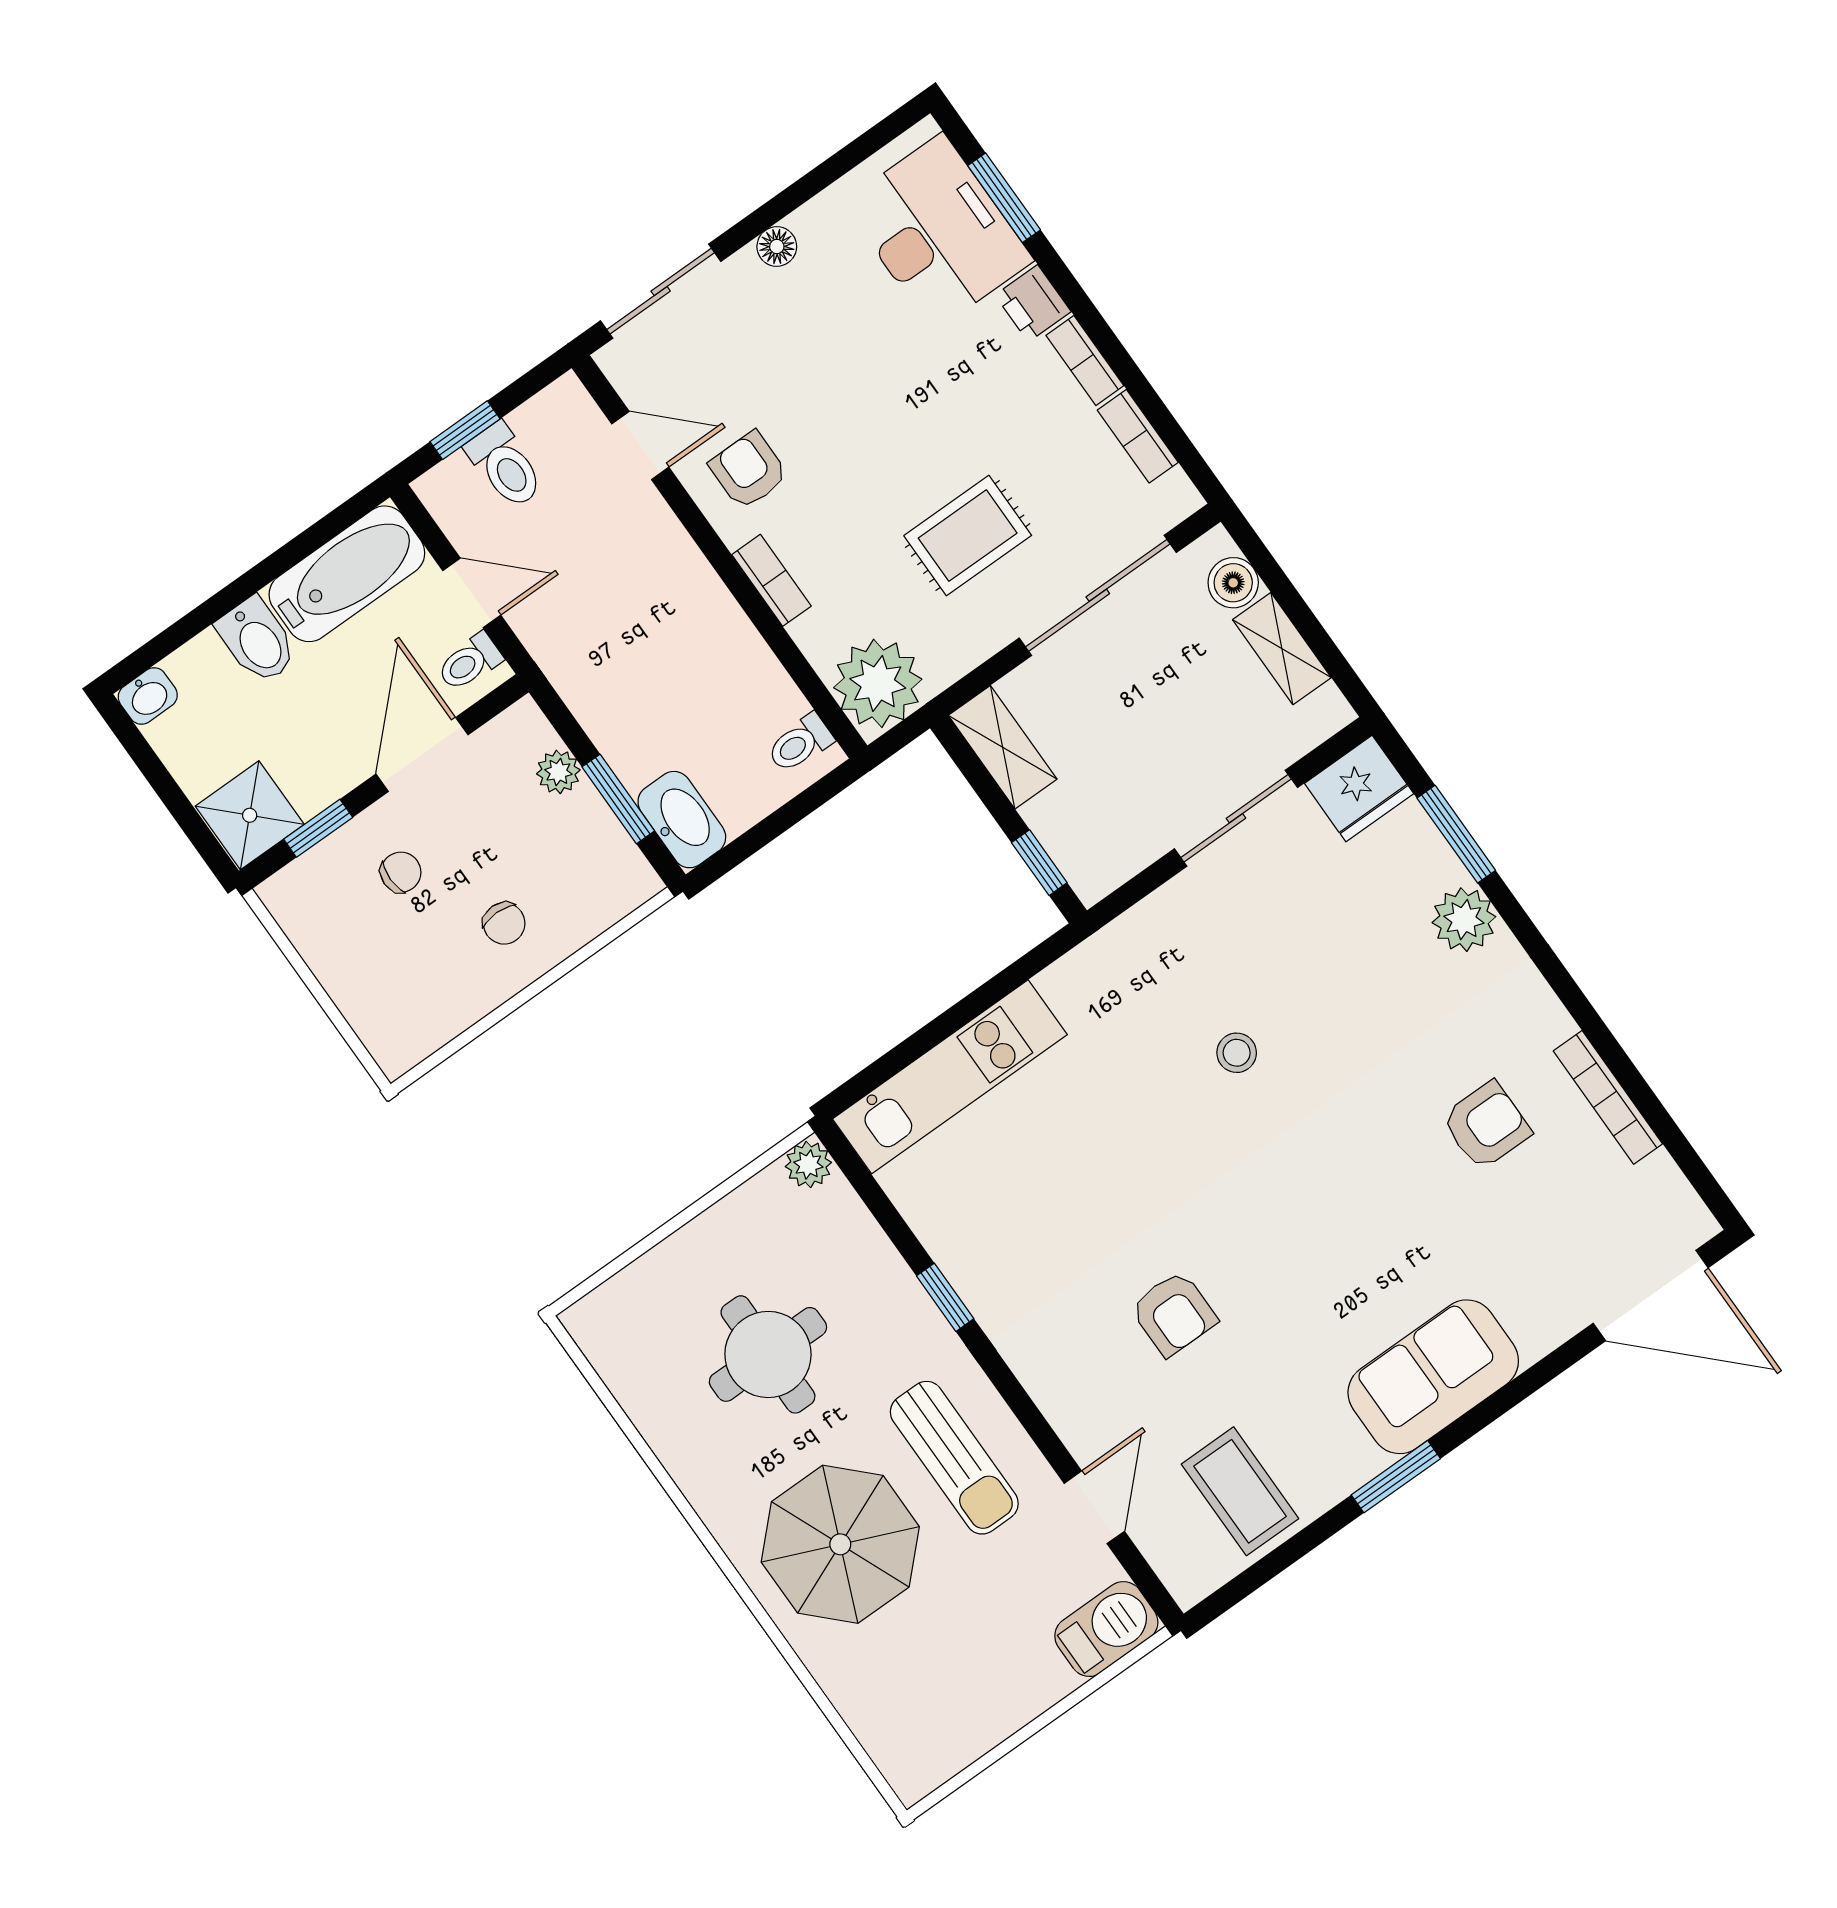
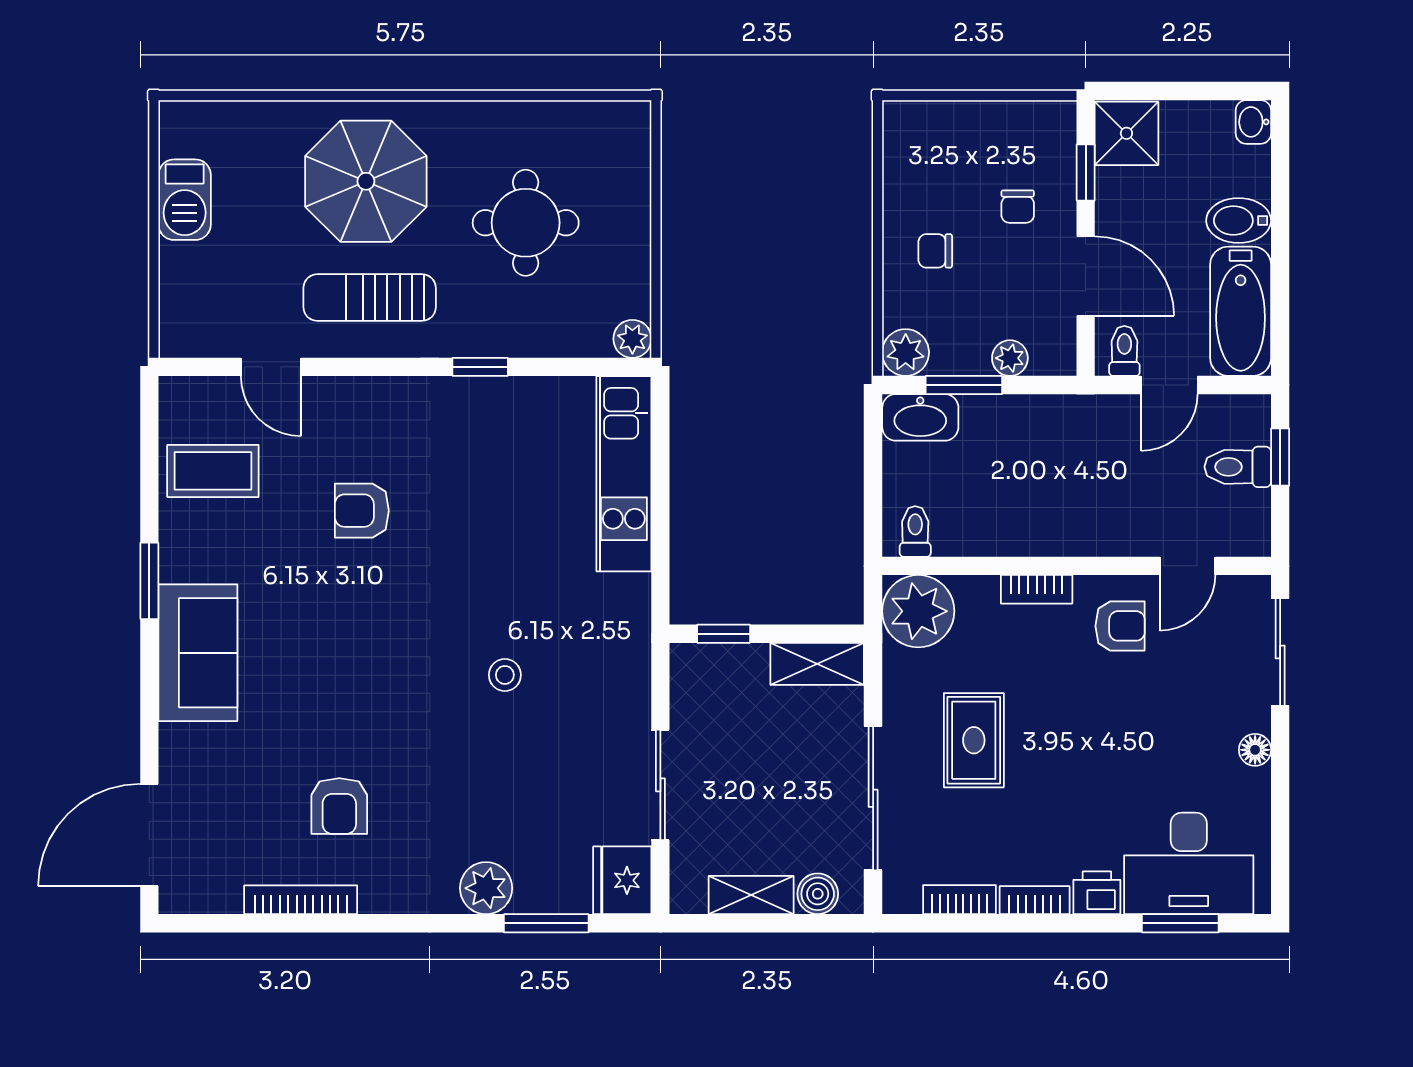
plant: (627, 881) -> (906, 352), added
barbecue: (1106, 1629) -> (185, 200), moved

